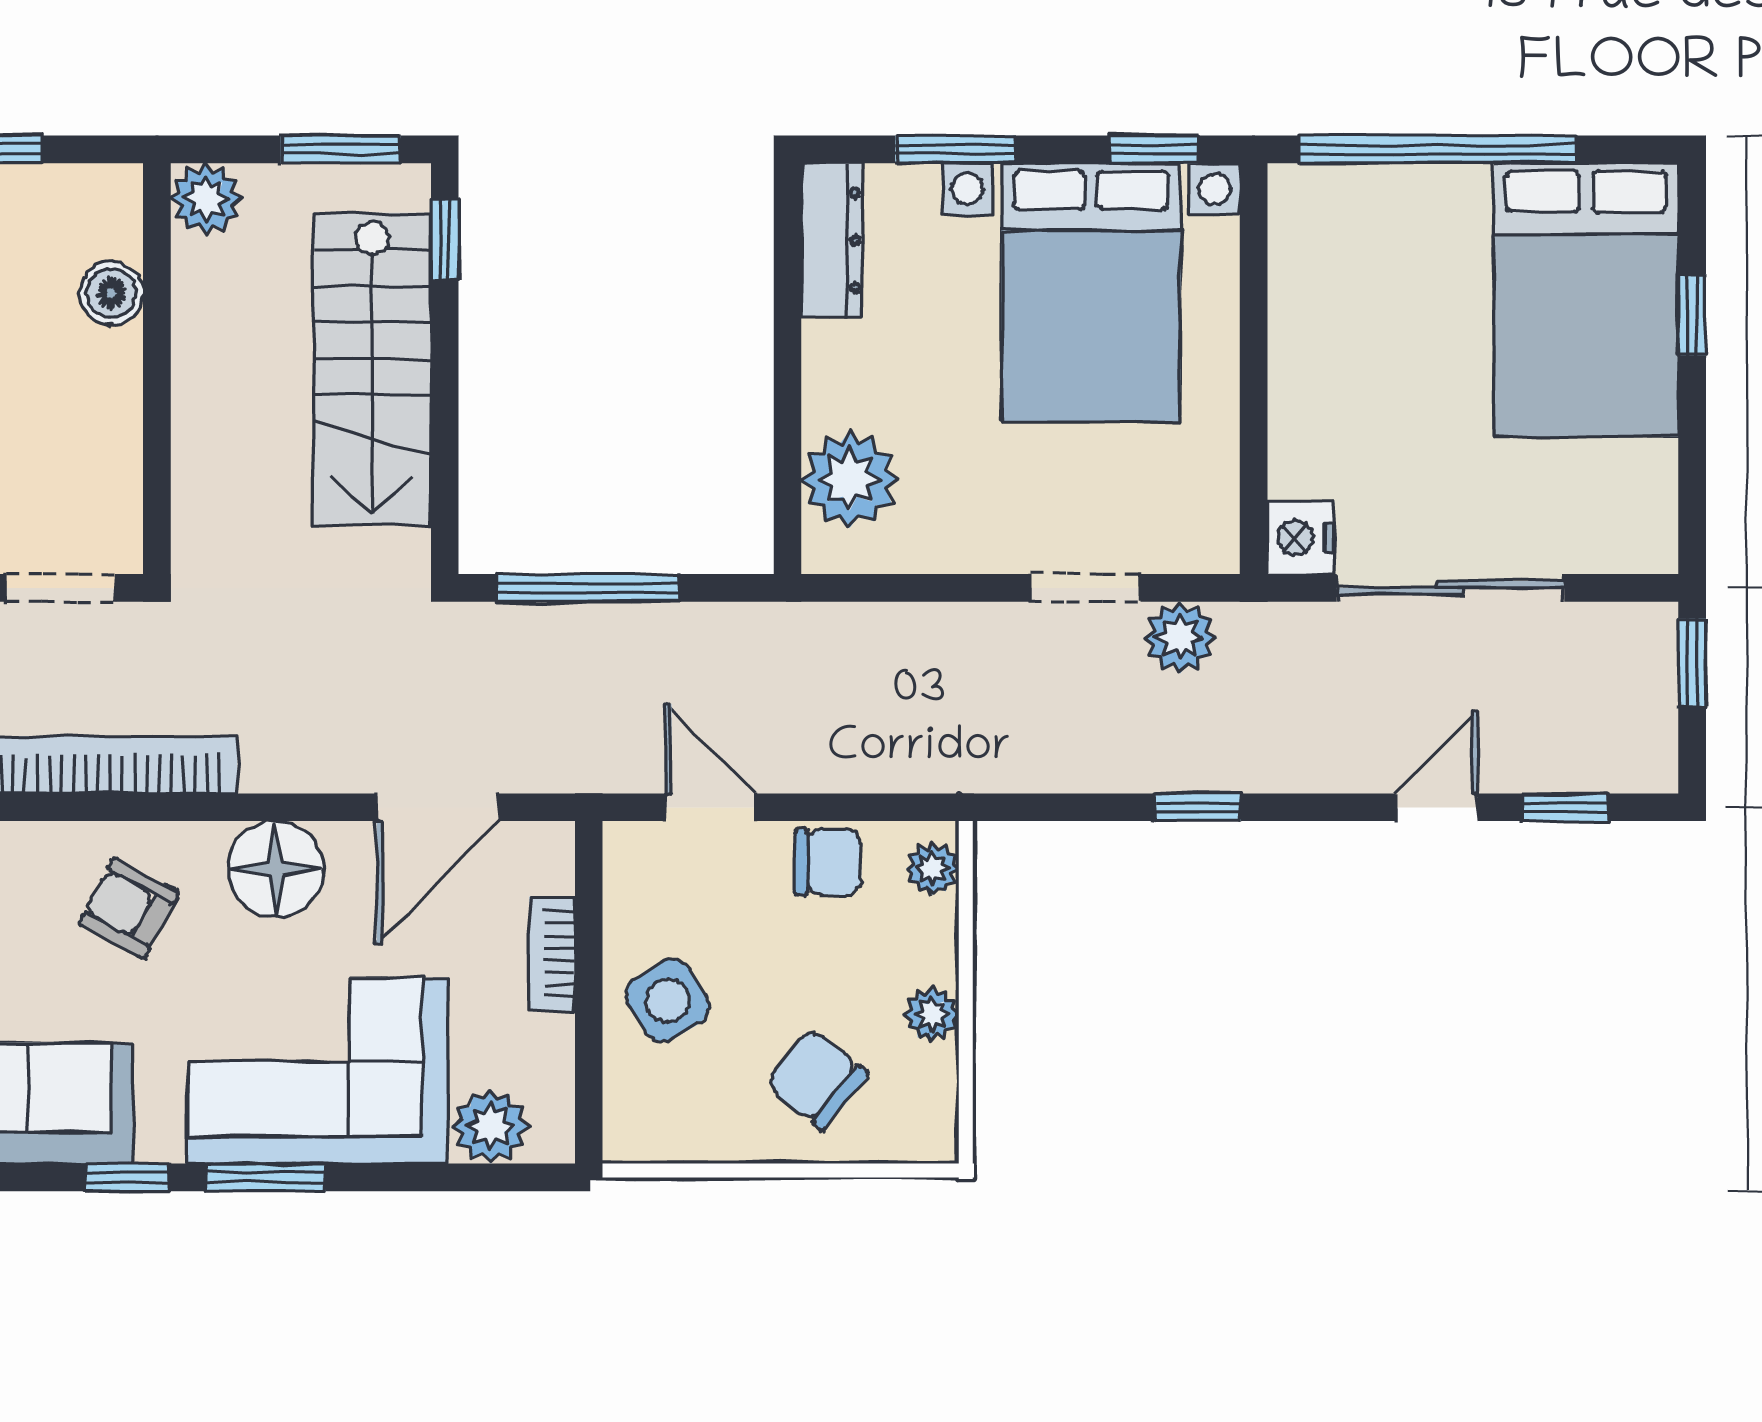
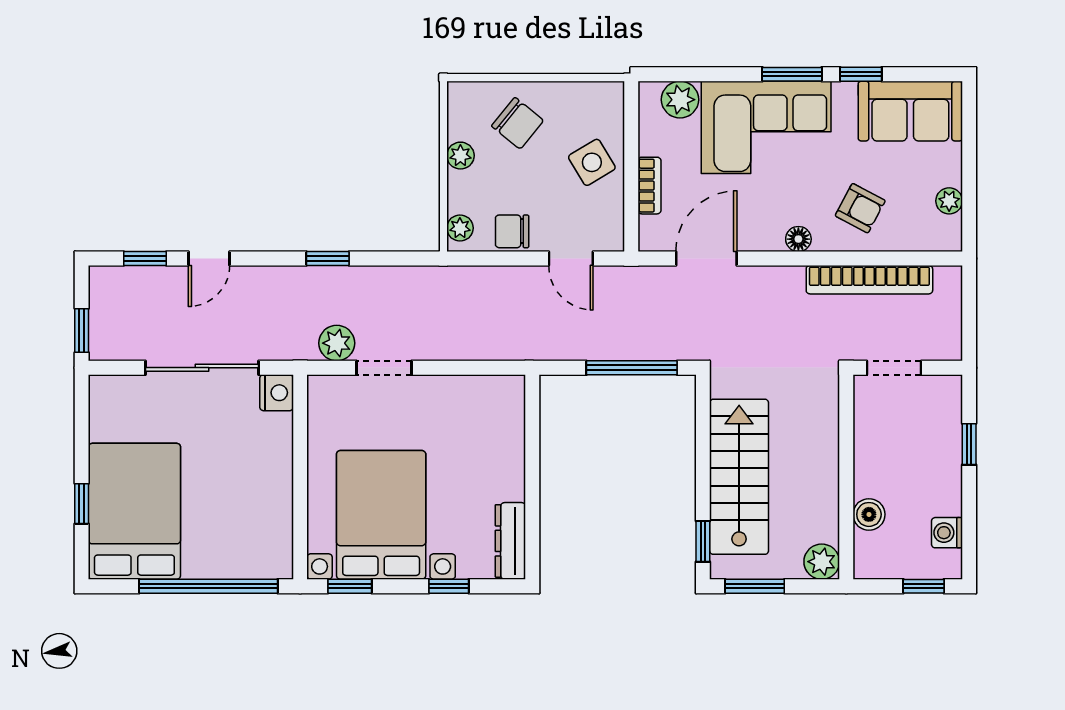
window: (955, 149) -> (449, 586), width x0.67
plant: (850, 479) -> (501, 422), removed
floor lamp: (275, 869) -> (798, 239), width x0.53, depth x0.53

